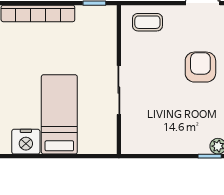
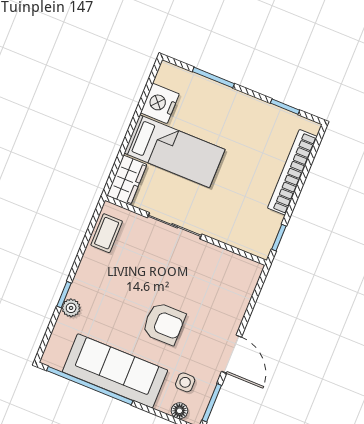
coffee table: (147, 22) -> (107, 233), moved
wardrobe: (98, 143) -> (127, 180), added

